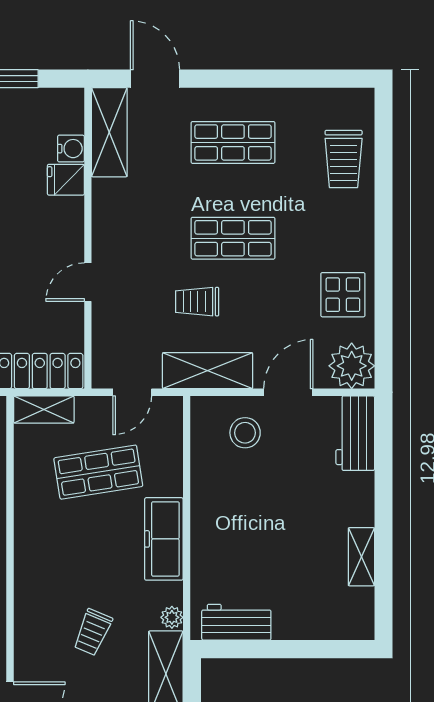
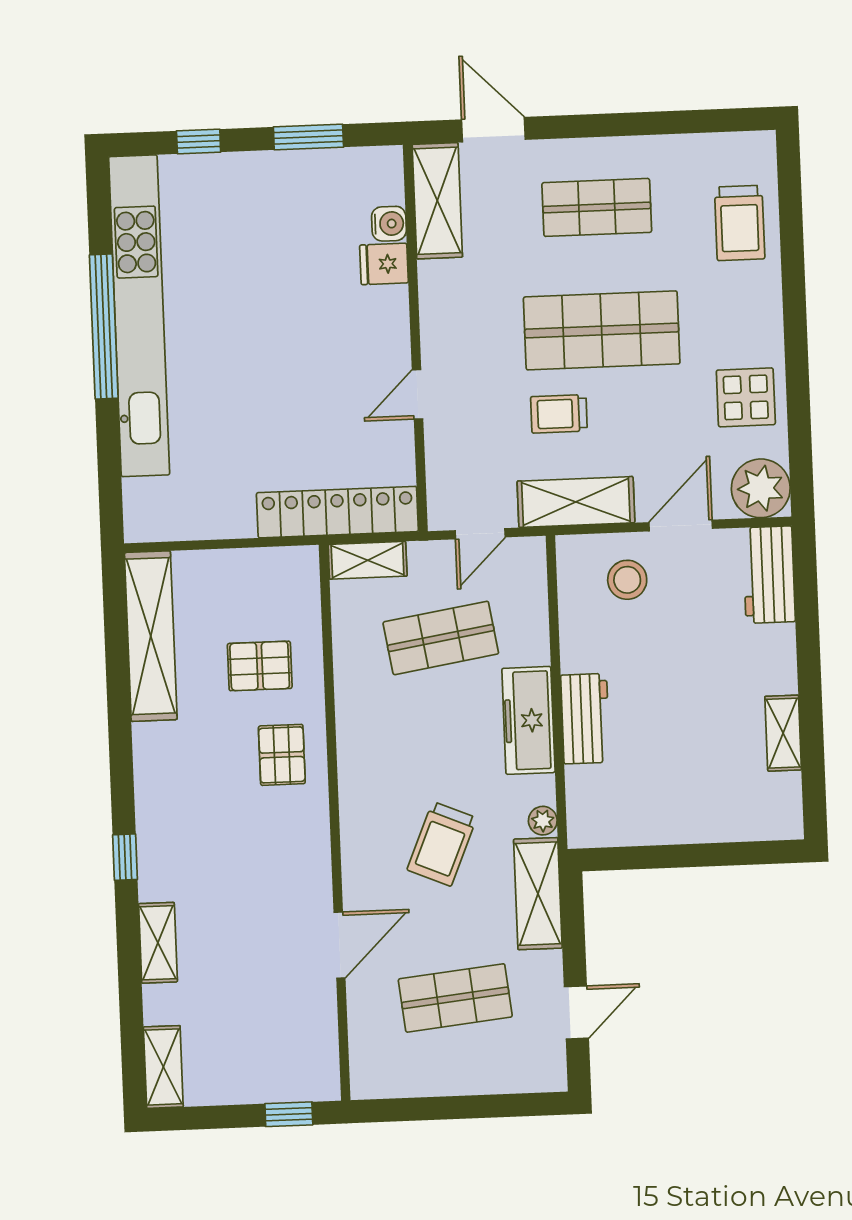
shop shelf: (233, 238) -> (602, 330), width x1.43, depth x1.36
workbench: (236, 622) -> (585, 719), moved, turned 90
trolley: (93, 632) -> (442, 844), width x1.36, depth x1.39

